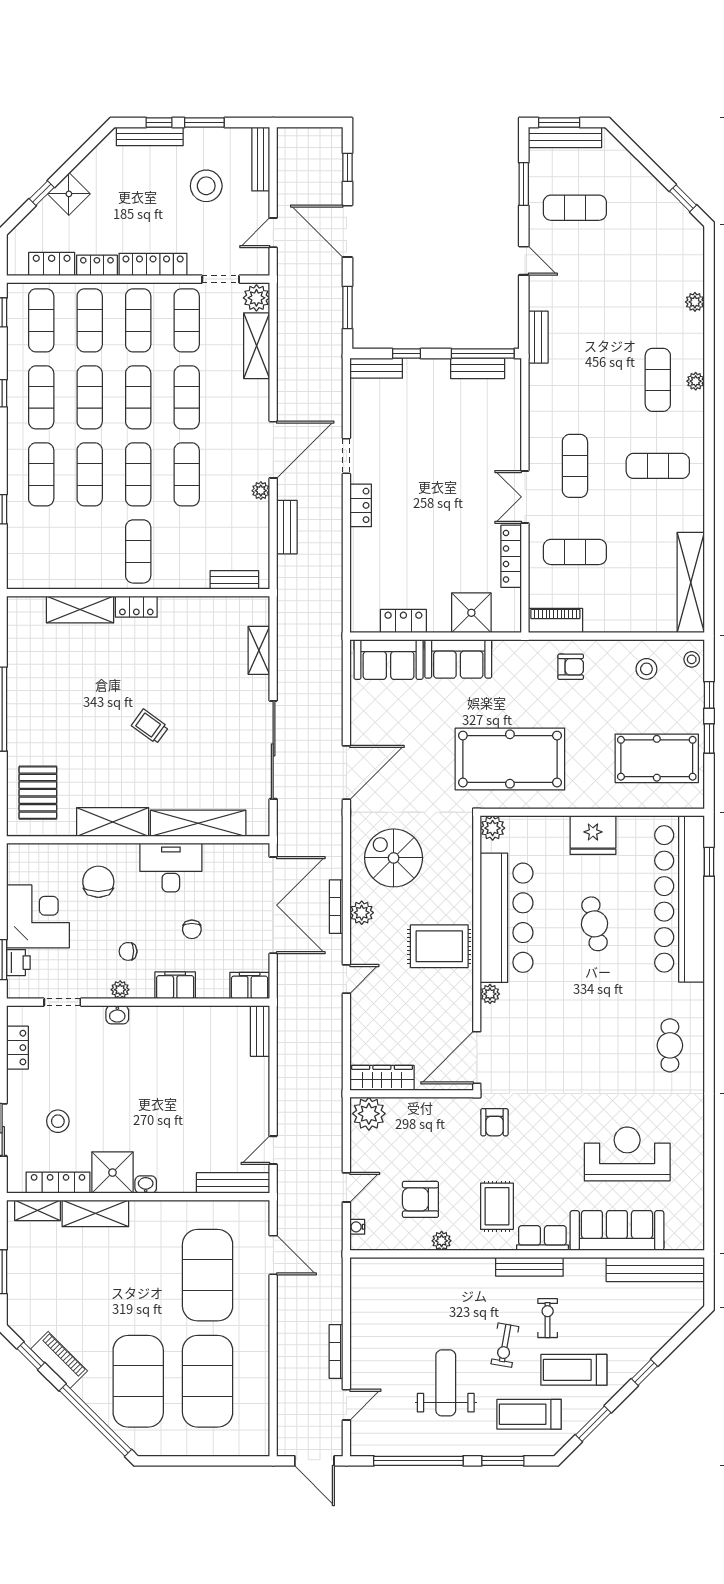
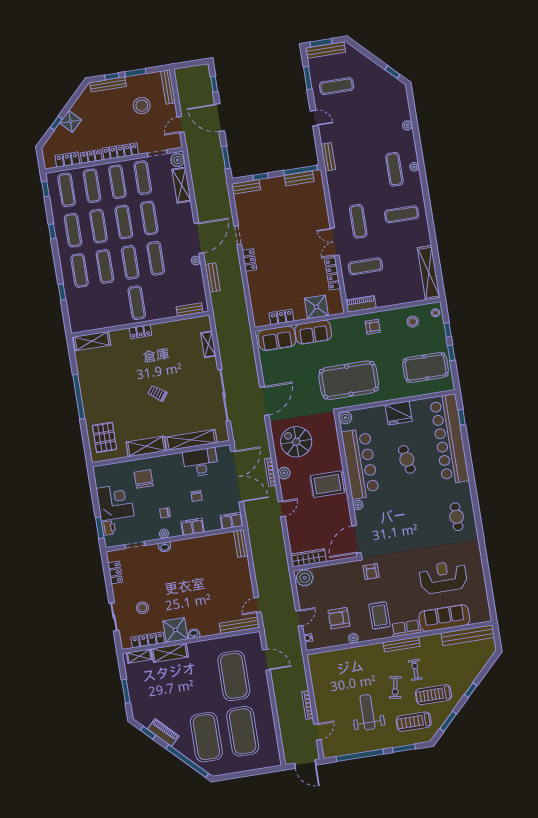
shelving: (80, 609) -> (92, 341), moved
desk: (171, 868) -> (200, 462), moved

